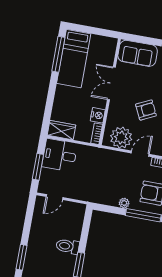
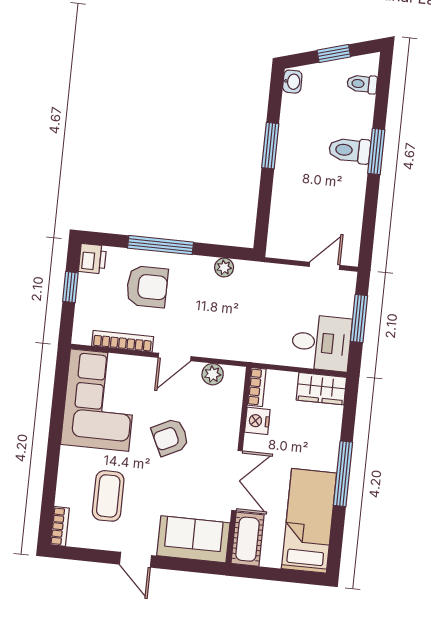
cot: (108, 51) -> (248, 539), added
window: (58, 54) -> (343, 474), moved
plant: (121, 138) -> (213, 374), width x0.53, depth x0.53
plant: (124, 203) -> (224, 268), moved
toilet: (68, 246) -> (350, 150), moved, turned 180

